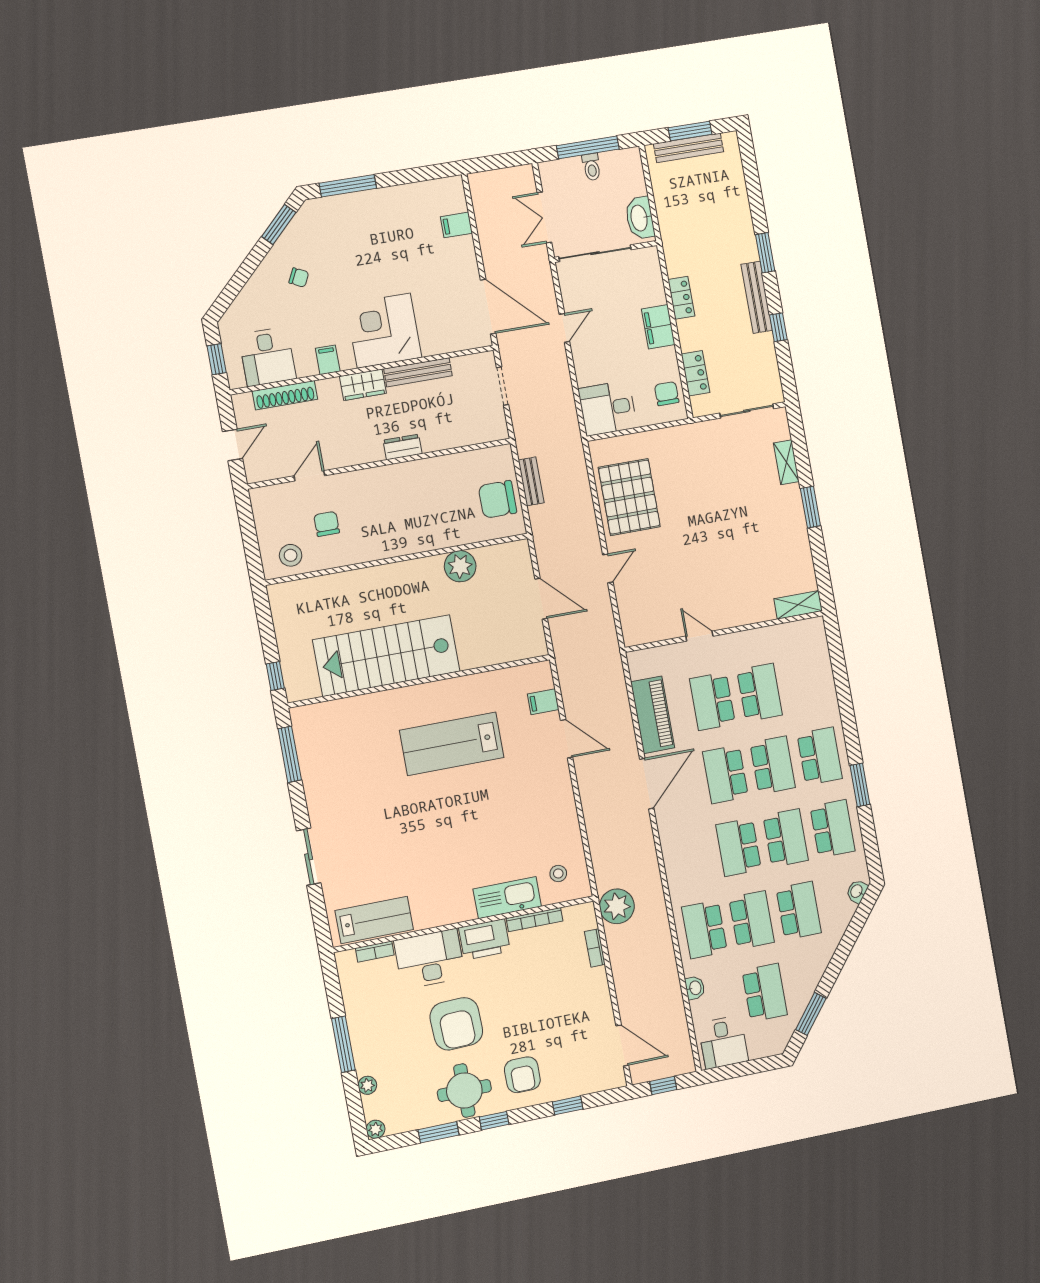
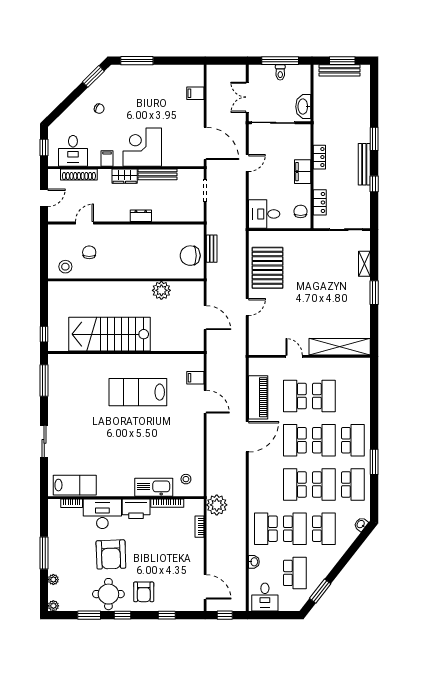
shelving: (798, 605) -> (340, 347), width x2.20, depth x1.33

